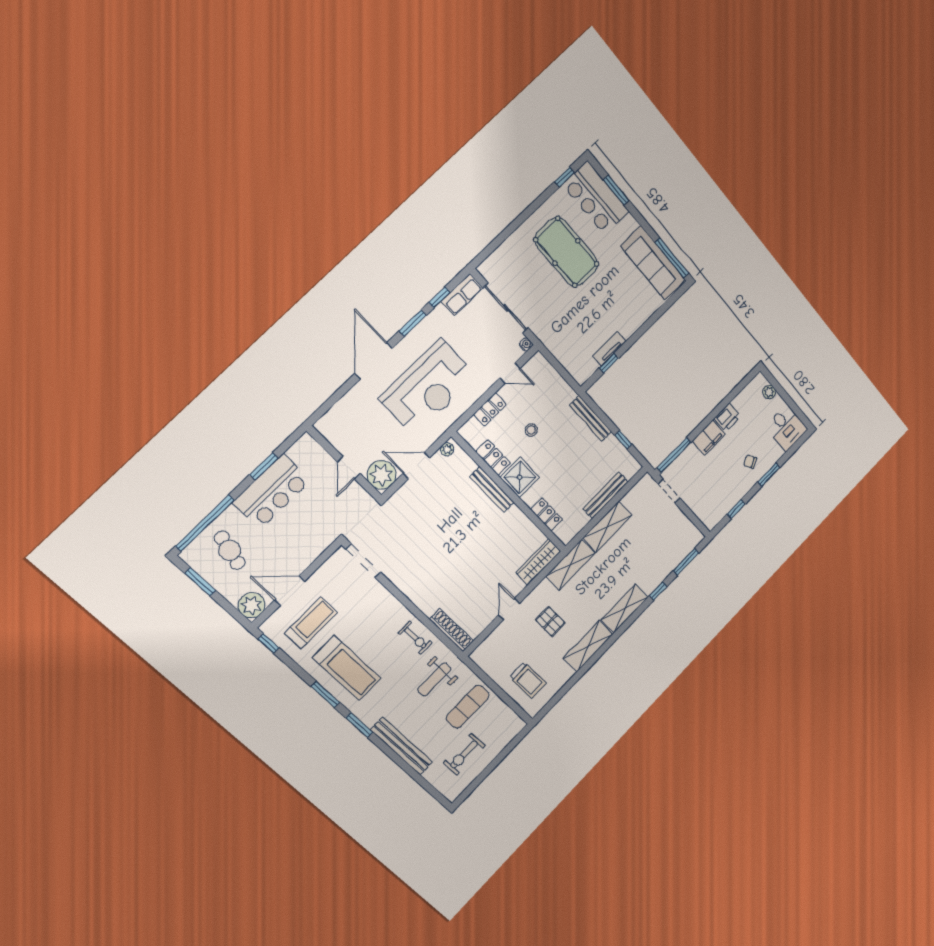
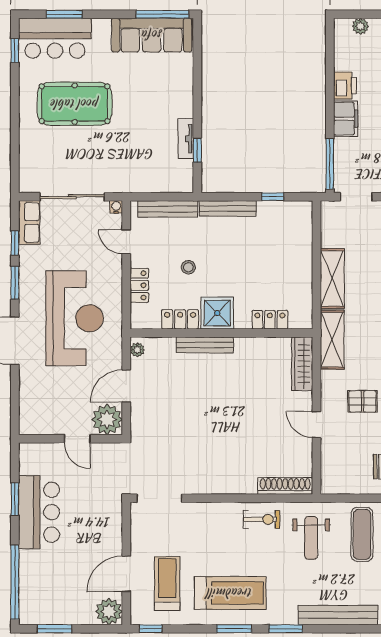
door: (510, 373) -> (126, 242), swing flipped
bench: (606, 495) -> (168, 209), moved, turned 90
cafe table: (230, 550) -> (52, 585), removed

